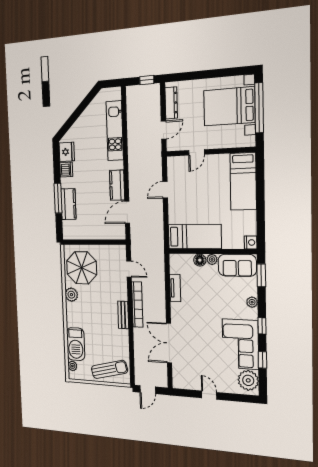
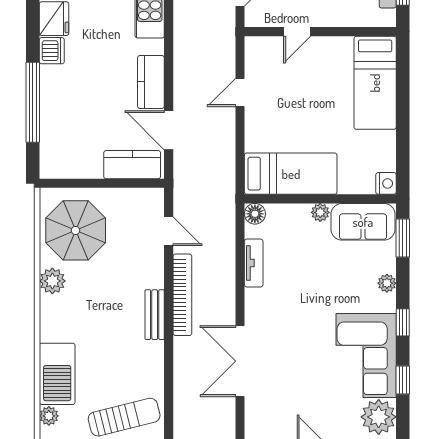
window: (58, 198) -> (33, 102), width x1.46
kitchen counter: (68, 204) -> (132, 165), moved, turned -90
door: (127, 212) -> (169, 130), hinge flipped
floor lamp: (200, 260) -> (255, 214), moved

